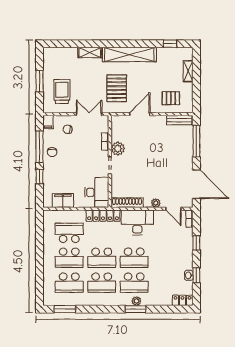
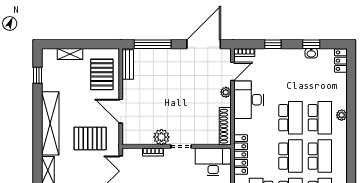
pallet: (171, 98) -> (102, 74), width x1.50, depth x1.42
desk: (137, 222) -> (249, 100), moved
window: (135, 309) -> (351, 116), removed

